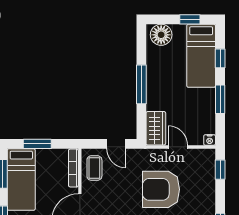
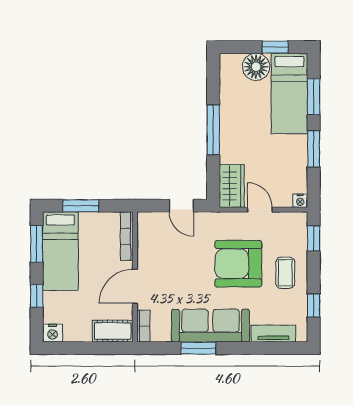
floor lamp: (161, 35) -> (256, 67), moved
window: (220, 58) -> (314, 97), width x1.50
coffee table: (94, 168) -> (285, 273), moved

